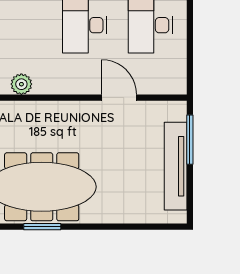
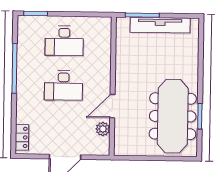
door: (119, 98) -> (112, 106), moved

